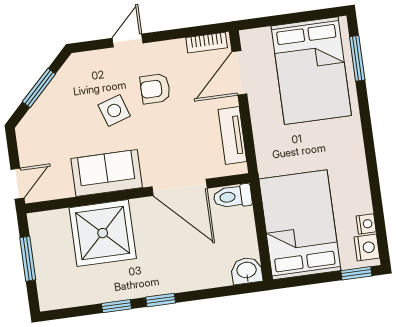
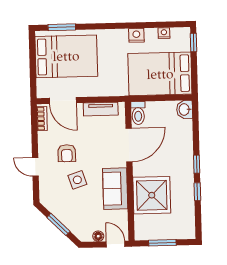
floor lamp: (27, 154) -> (98, 236), added
nightstand: (367, 247) -> (136, 35), moved

